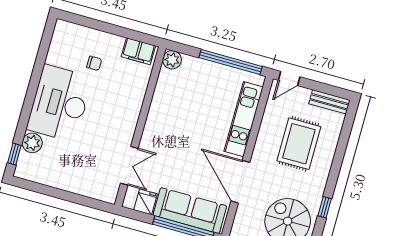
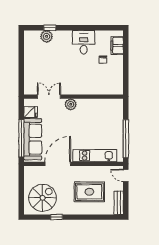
filing cabinet: (138, 51) -> (117, 46), moved
plant: (172, 60) -> (71, 104), moved
desk: (60, 103) -> (84, 42), width x0.53, depth x0.77
window: (14, 154) -> (50, 28), moved
double door: (129, 166) -> (49, 97), swing flipped

